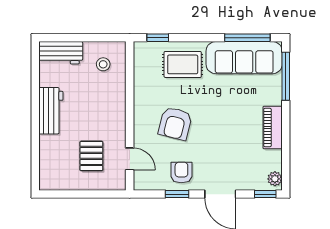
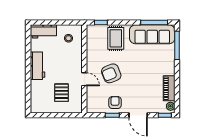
rug: (183, 64) -> (116, 38), turned 90
armchair: (175, 123) -> (111, 73), turned 54
piano: (273, 128) -> (169, 88), moved
door: (130, 159) -> (84, 79), moved

